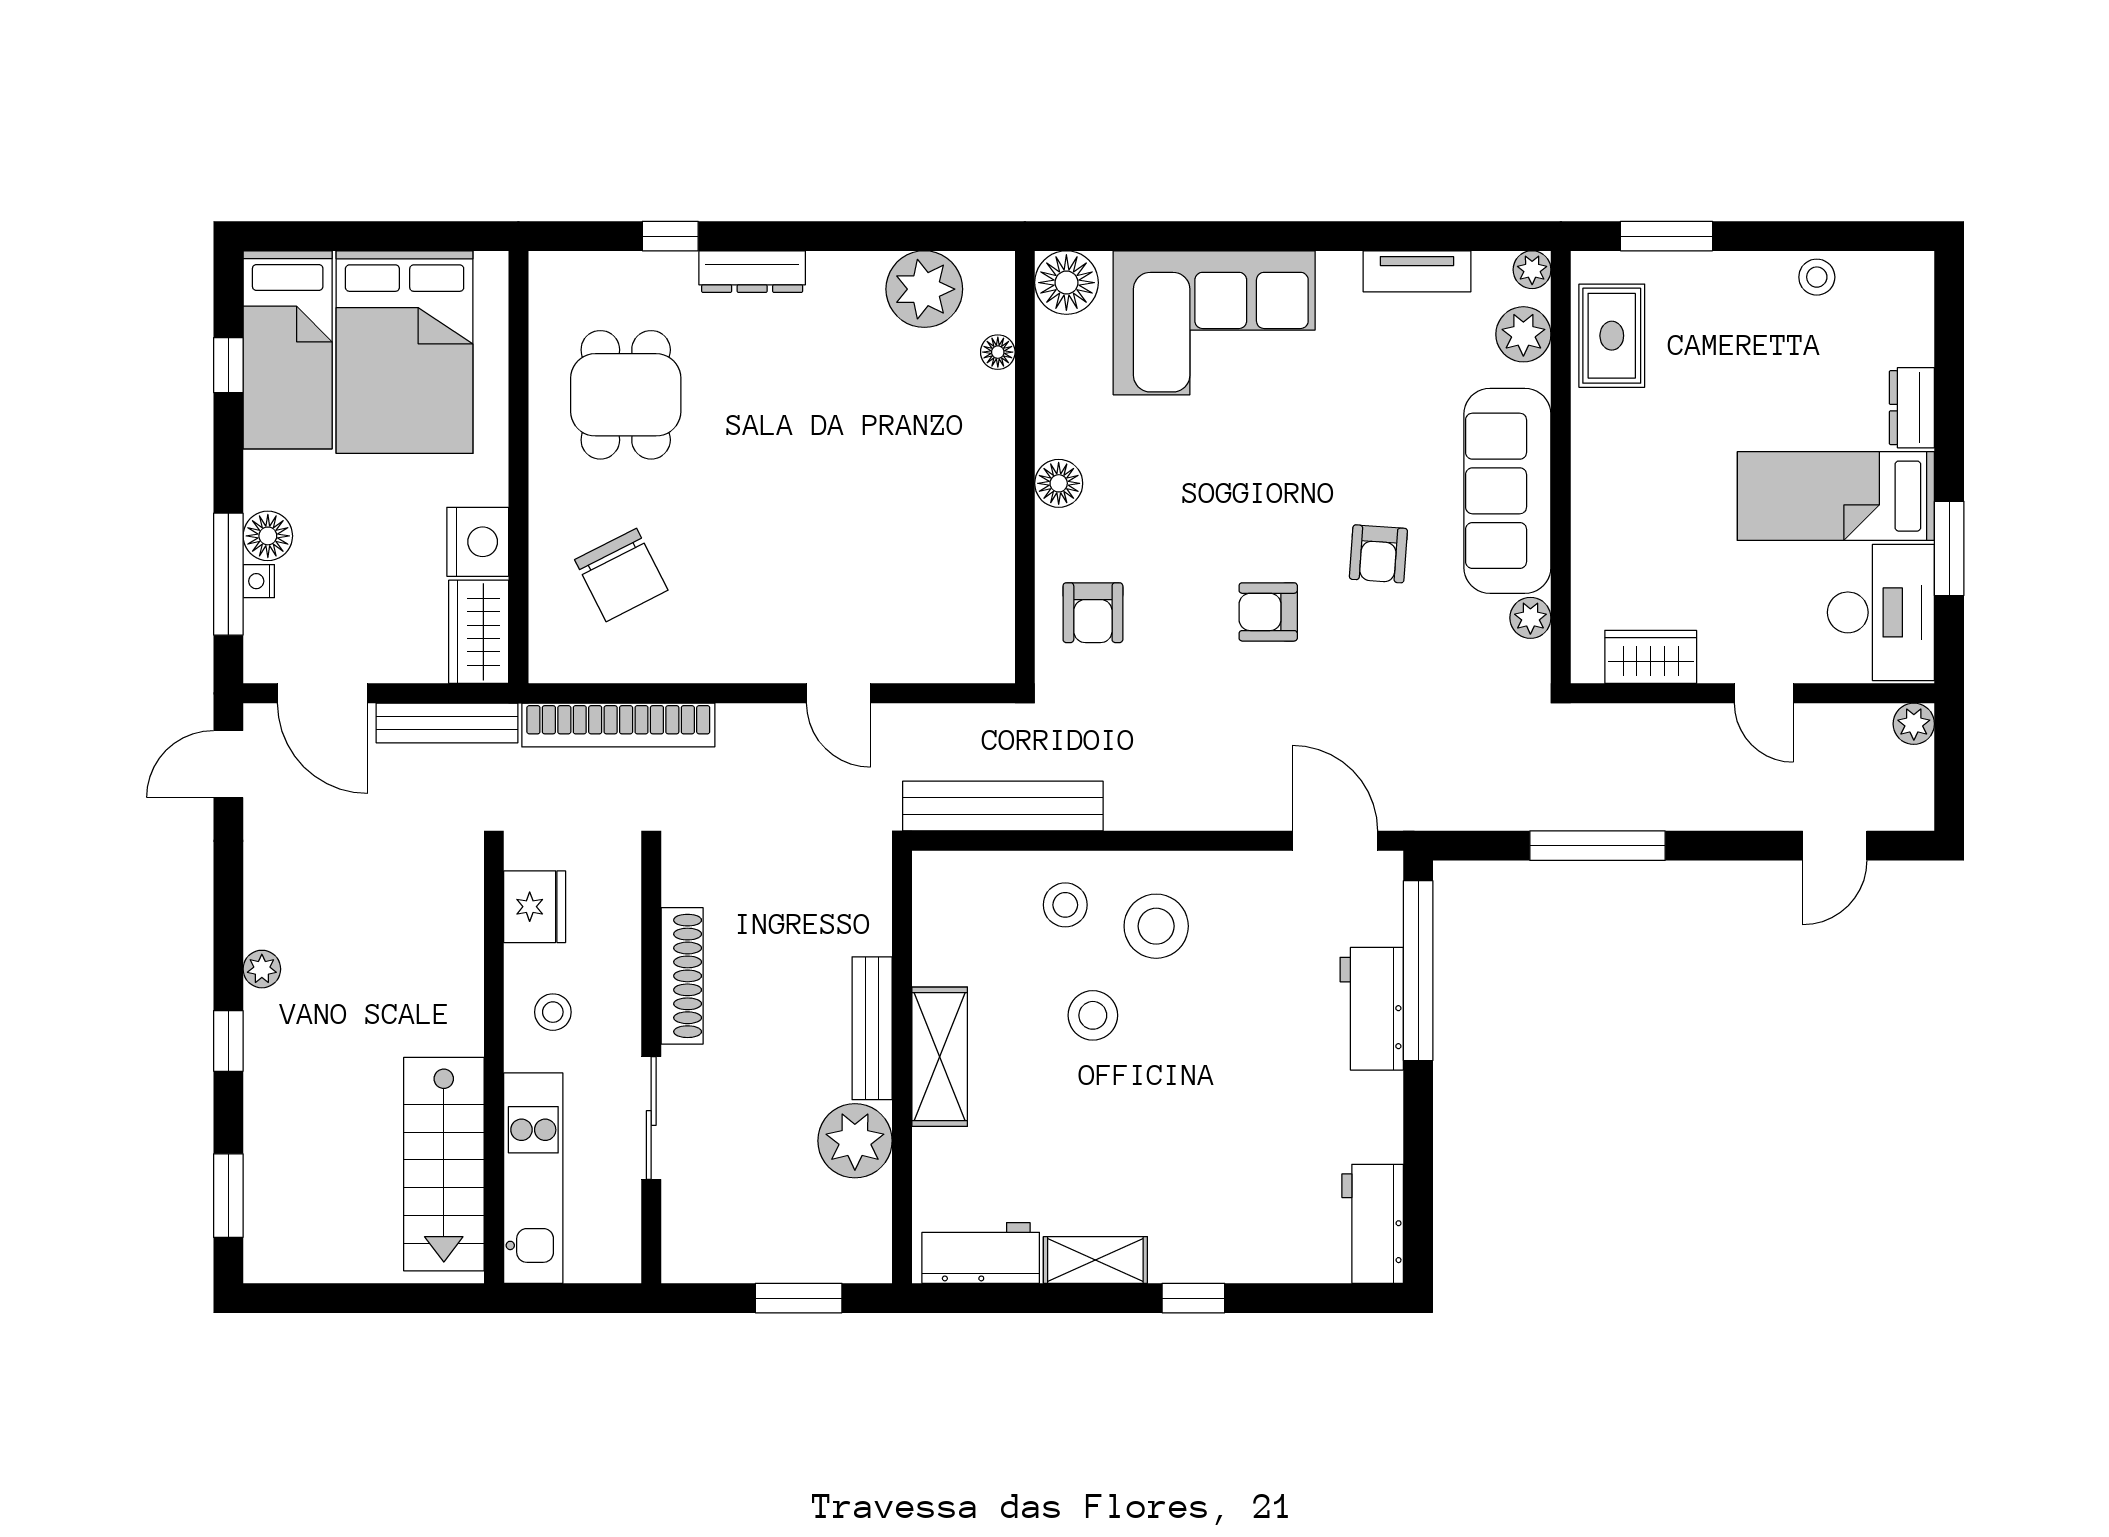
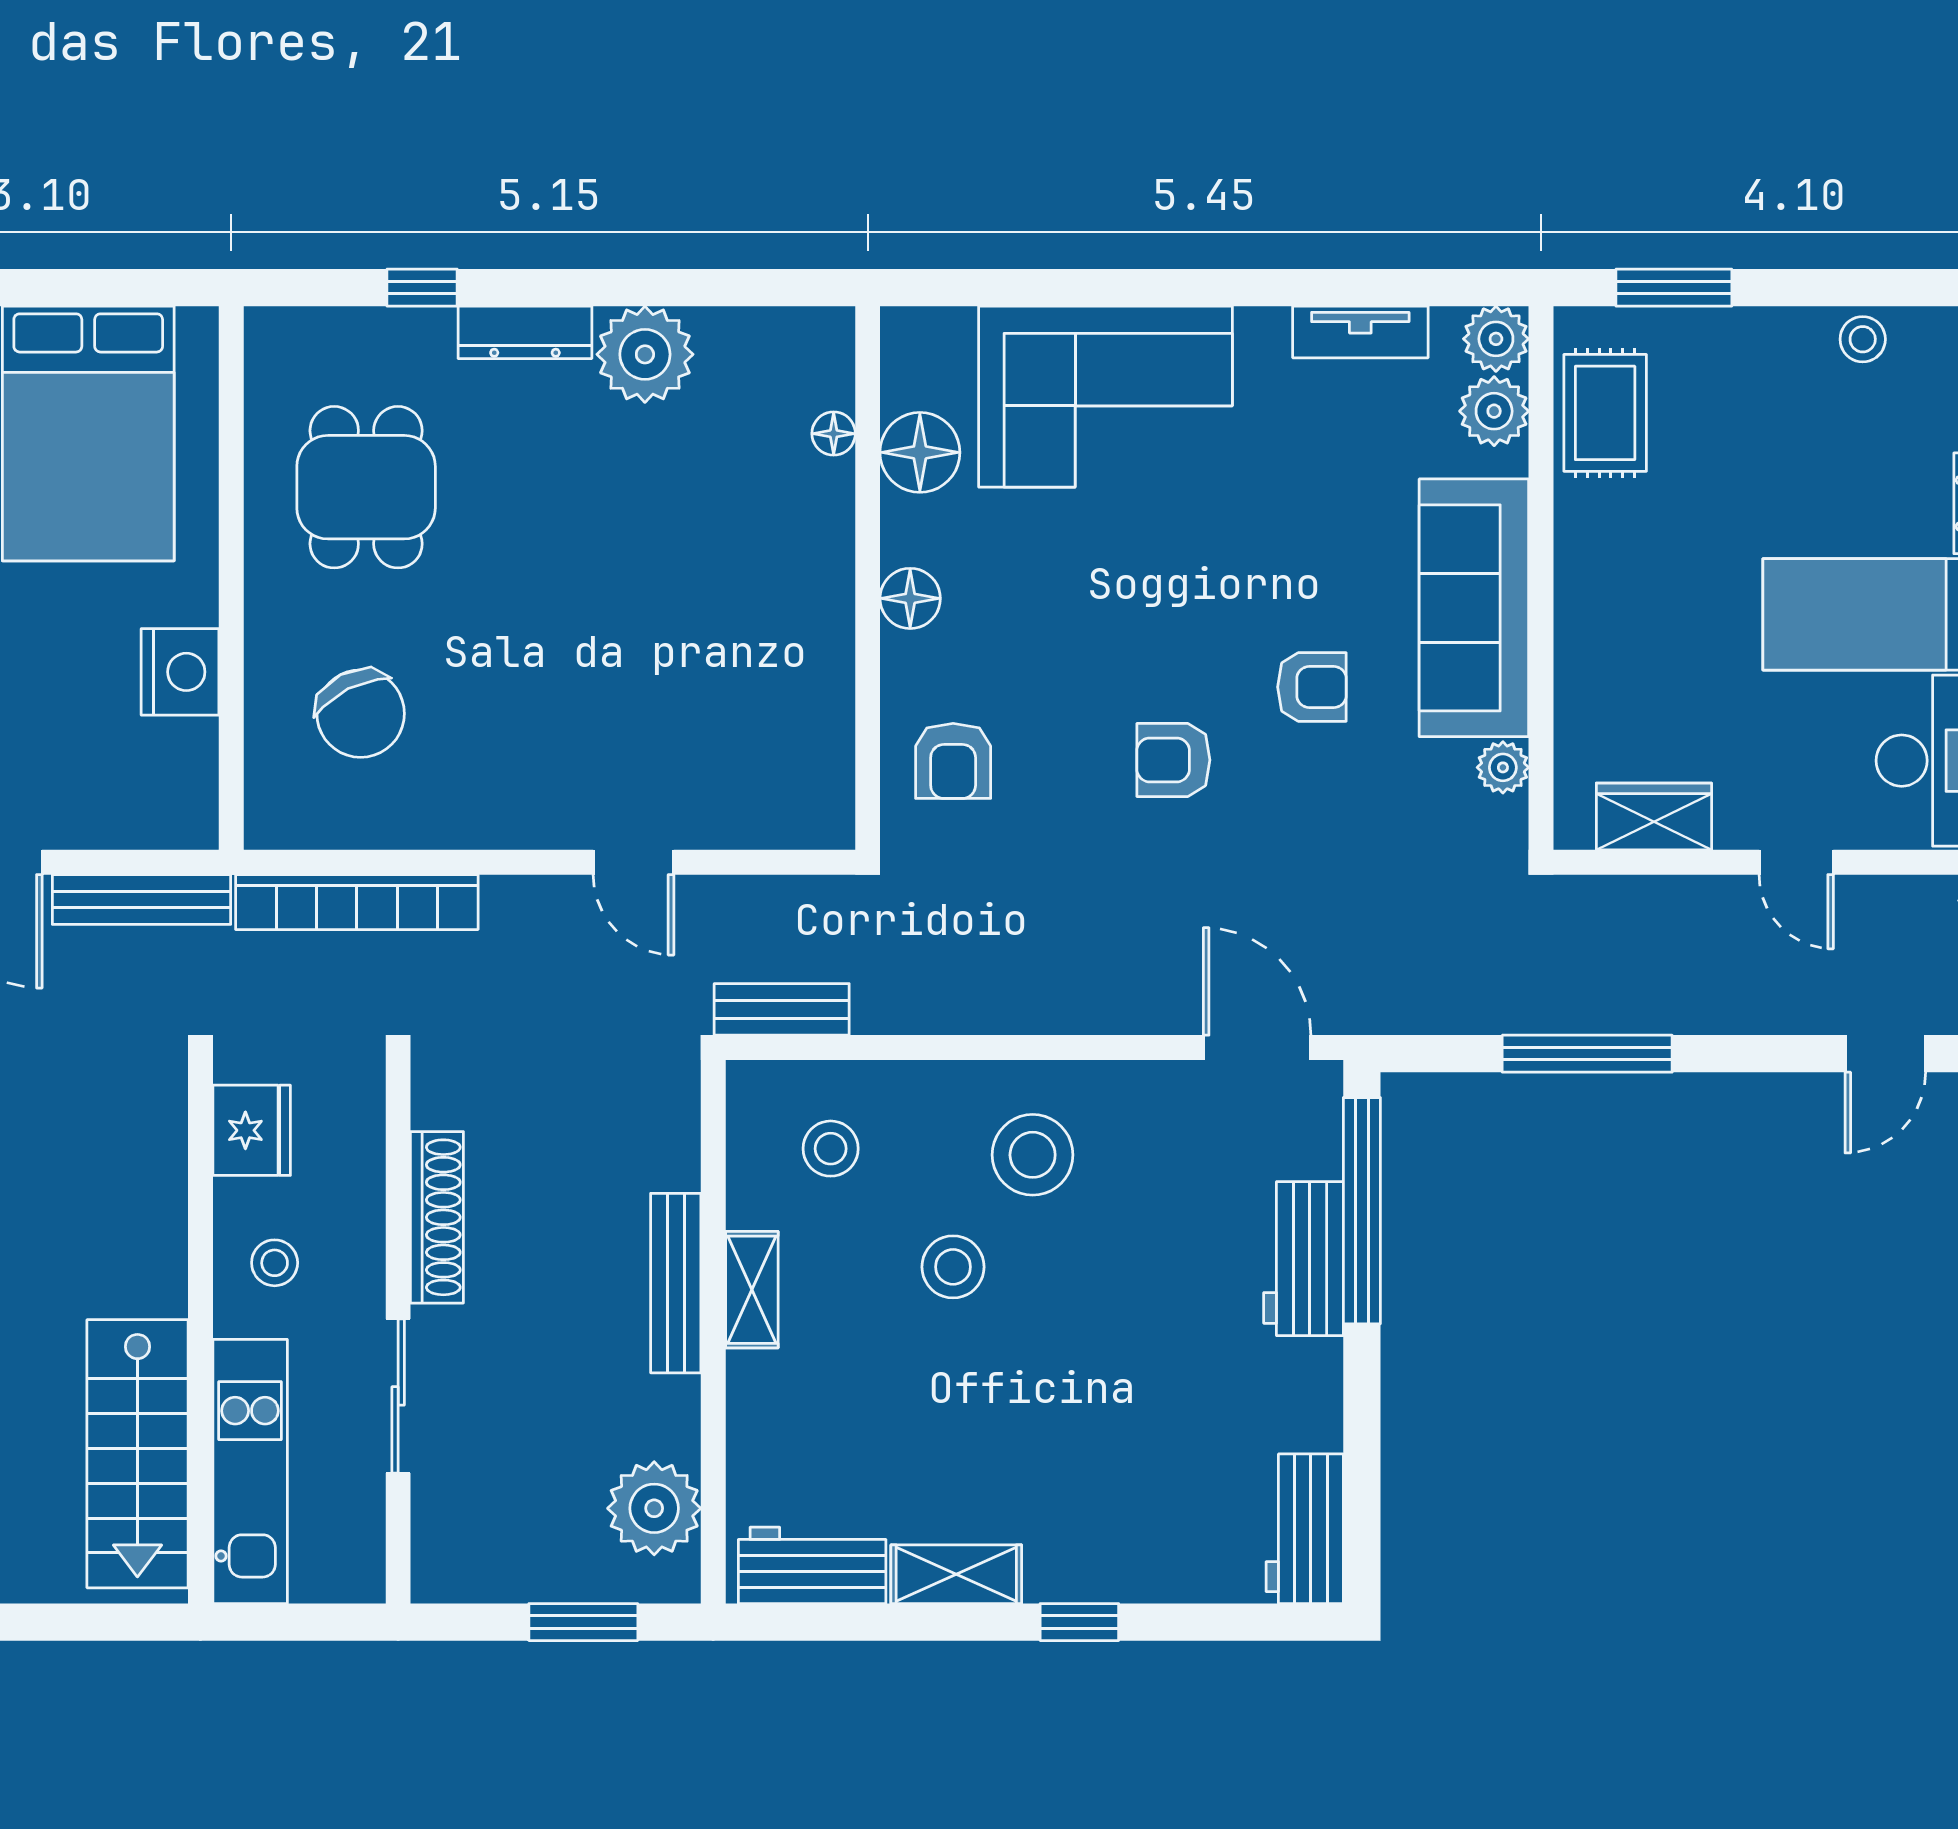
plant: (1532, 270) -> (1496, 339), width x1.38, depth x1.38
floor lamp: (1066, 283) -> (920, 452), moved
plant: (924, 289) -> (645, 354), moved
armchair: (1378, 554) -> (1312, 687), turned -94
wardrobe: (479, 632) -> (181, 785), removed
bench: (1003, 806) -> (782, 1009), width x0.54, depth x0.82
stool: (1065, 905) -> (831, 1149), moved
shelving: (940, 1057) -> (752, 1290), width x0.67, depth x0.75
plant: (855, 1141) -> (654, 1508), moved

